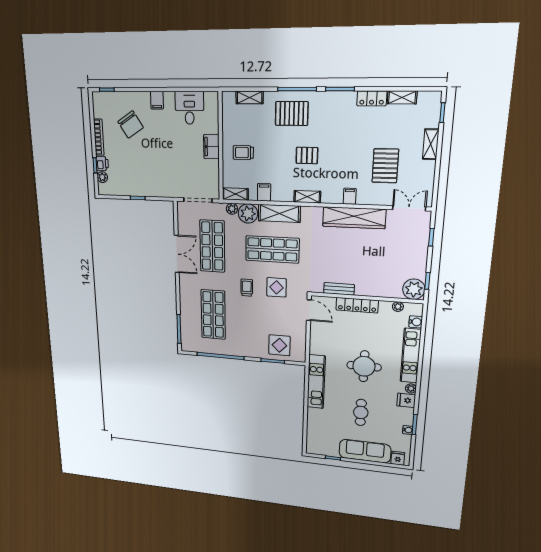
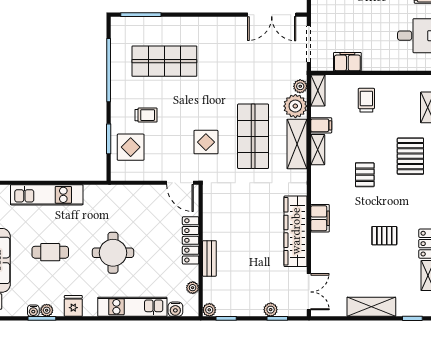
shelving: (431, 144) -> (371, 307), width x1.50, depth x1.33
filing cabinet: (211, 147) -> (347, 62), moved
pallet: (385, 166) -> (384, 236), moved, width x0.67, depth x0.71
filing cabinet: (350, 196) -> (320, 218), width x2.00
shelving: (307, 197) -> (318, 150), moved
plant: (423, 243) -> (271, 310), added
shop shelf: (212, 246) -> (253, 61), removed
double door: (177, 254) -> (272, 15), moved
trolley: (247, 288) -> (146, 115), moved
bench: (339, 289) -> (209, 258), moved
plant: (414, 289) -> (209, 310), width x0.53, depth x0.53
door: (309, 310) -> (180, 183), hinge flipped
kitchen unit: (316, 382) -> (47, 195), moved
plant: (411, 388) -> (47, 310), moved

